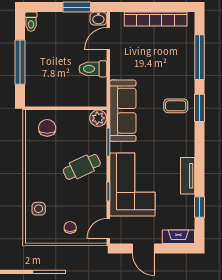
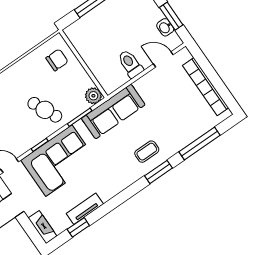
washbasin: (98, 19) -> (165, 27), moved
coffee table: (176, 106) -> (147, 152), turned 90
tv unit: (188, 176) -> (85, 209), moved

